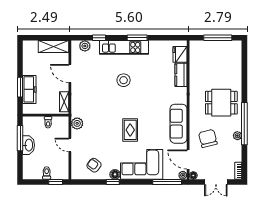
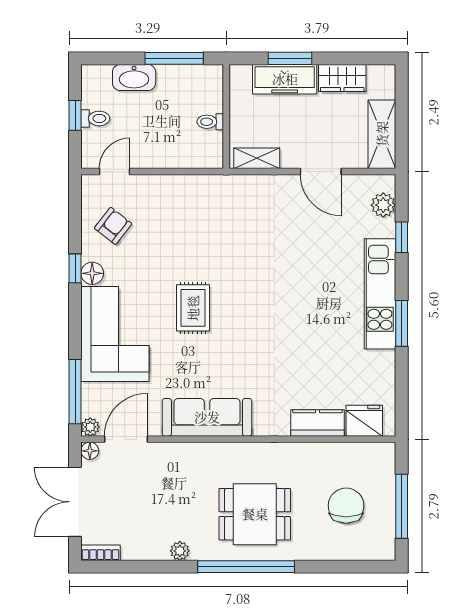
wardrobe: (29, 64) -> (342, 78), added
door: (70, 73) -> (321, 171), swing flipped
stool: (124, 80) -> (306, 293), removed
dining table: (221, 103) -> (255, 514), turned 90
plant: (77, 123) -> (208, 188), removed
window: (244, 124) -> (246, 567), moved
rug: (130, 130) -> (193, 308), turned 90
chair: (208, 138) -> (346, 506), moved, turned -76
washbasin: (29, 145) -> (134, 77), moved
door: (70, 145) -> (115, 171), moved
window: (56, 182) -> (75, 115), moved
double door: (216, 182) -> (75, 502), width x1.37

